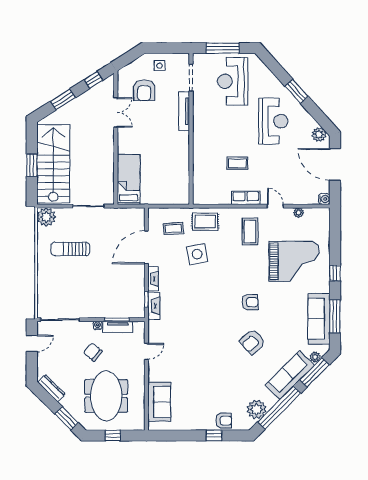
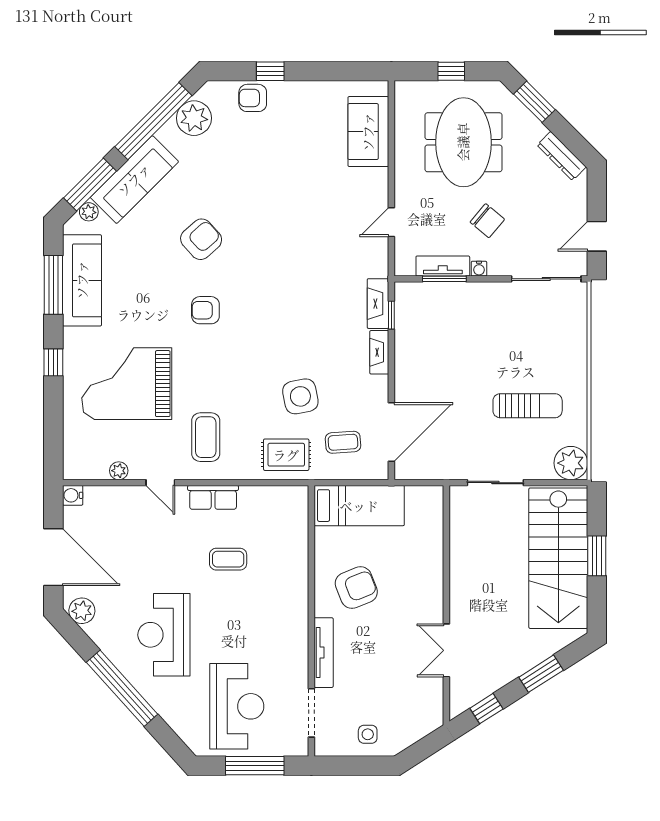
armchair: (144, 90) -> (356, 588), moved, turned 68
window: (297, 91) -> (122, 688), width x2.11
bed: (129, 179) -> (359, 506), moved, turned -90
door: (146, 247) -> (391, 432), moved

